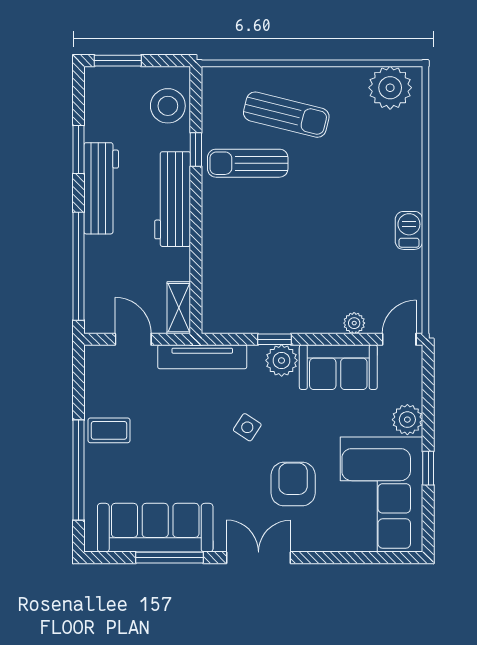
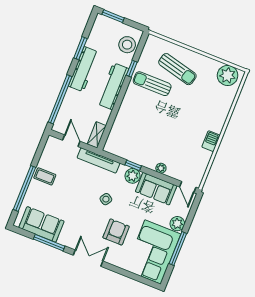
plant: (354, 323) -> (161, 168), moved
door: (399, 339) -> (188, 187), swing flipped
window: (428, 468) -> (178, 248), width x2.17
sofa: (155, 528) -> (41, 224), width x0.73

